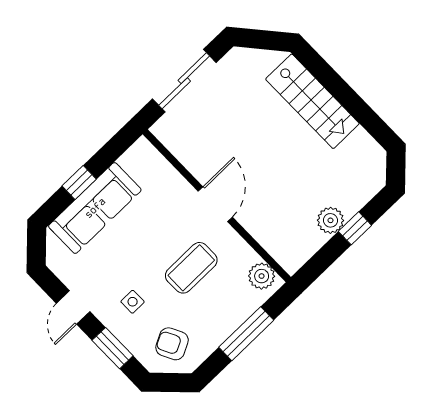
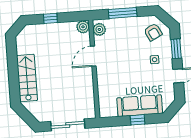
door: (215, 204) -> (93, 56), moved
plant: (330, 220) -> (83, 27), moved
coffee table: (191, 268) -> (123, 54), removed

